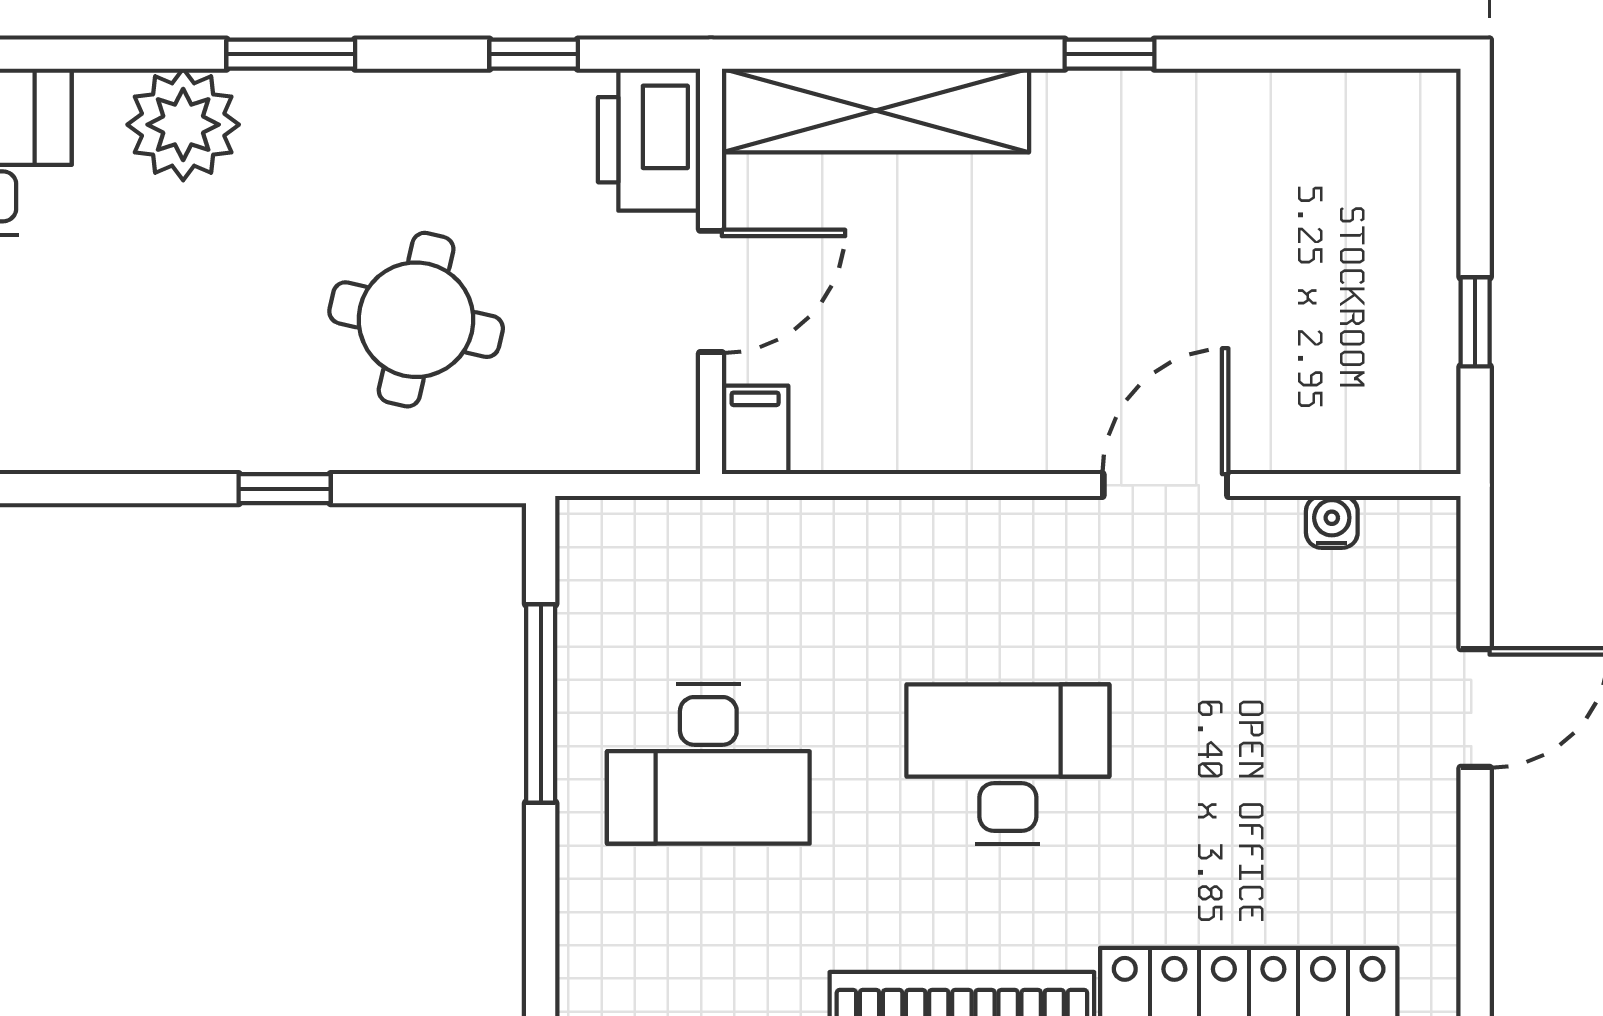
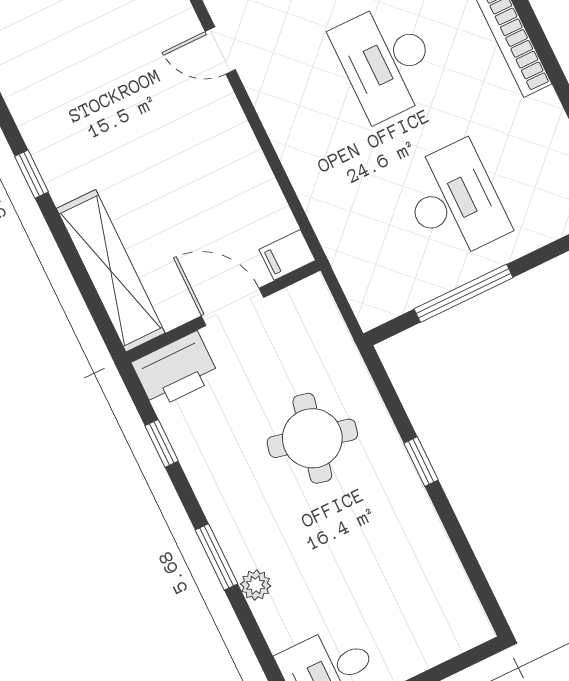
plant: (183, 125) -> (256, 585), width x0.53, depth x0.53
door: (1165, 485) -> (220, 51), width x0.73

